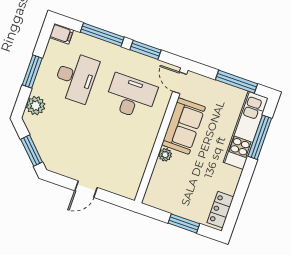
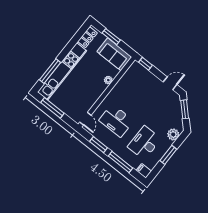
sofa: (183, 126) -> (114, 54), moved, turned -90
kitchen unit: (246, 130) -> (62, 71), width x1.36
door: (86, 189) -> (170, 83), moved
window: (117, 200) -> (145, 64), added

